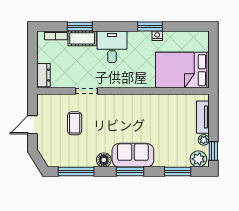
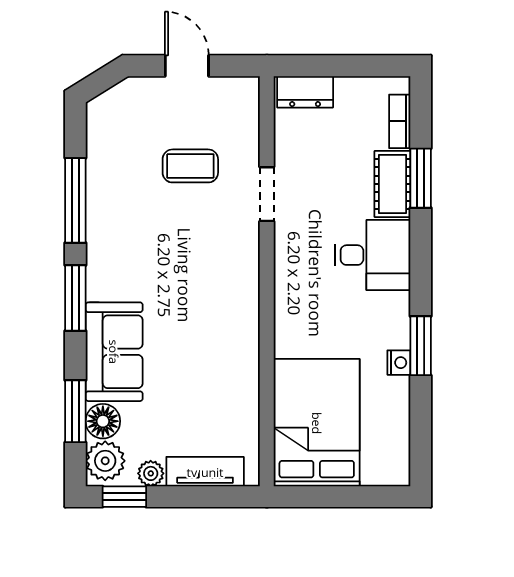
sofa: (133, 155) -> (114, 352), moved
floor lamp: (104, 160) -> (103, 421), moved
window: (76, 172) -> (75, 200), moved

